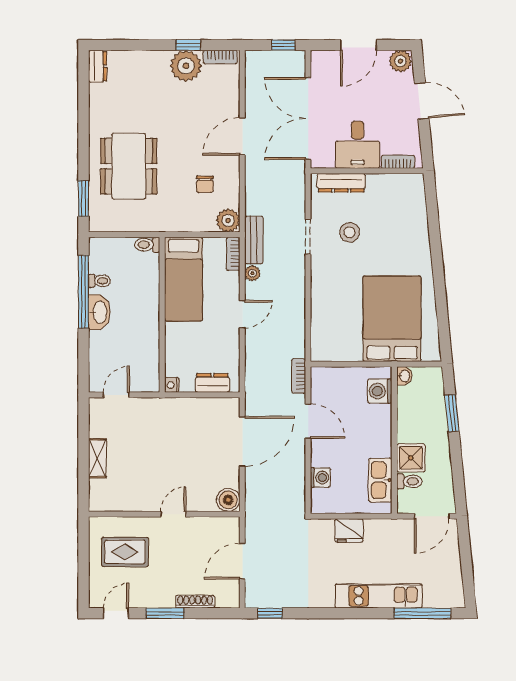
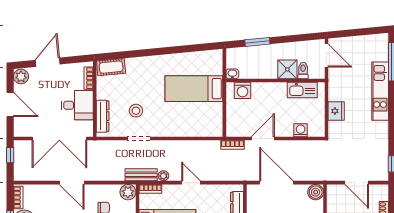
cot: (414, 195) -> (111, 67), added
bed: (392, 319) -> (194, 89), width x0.67

